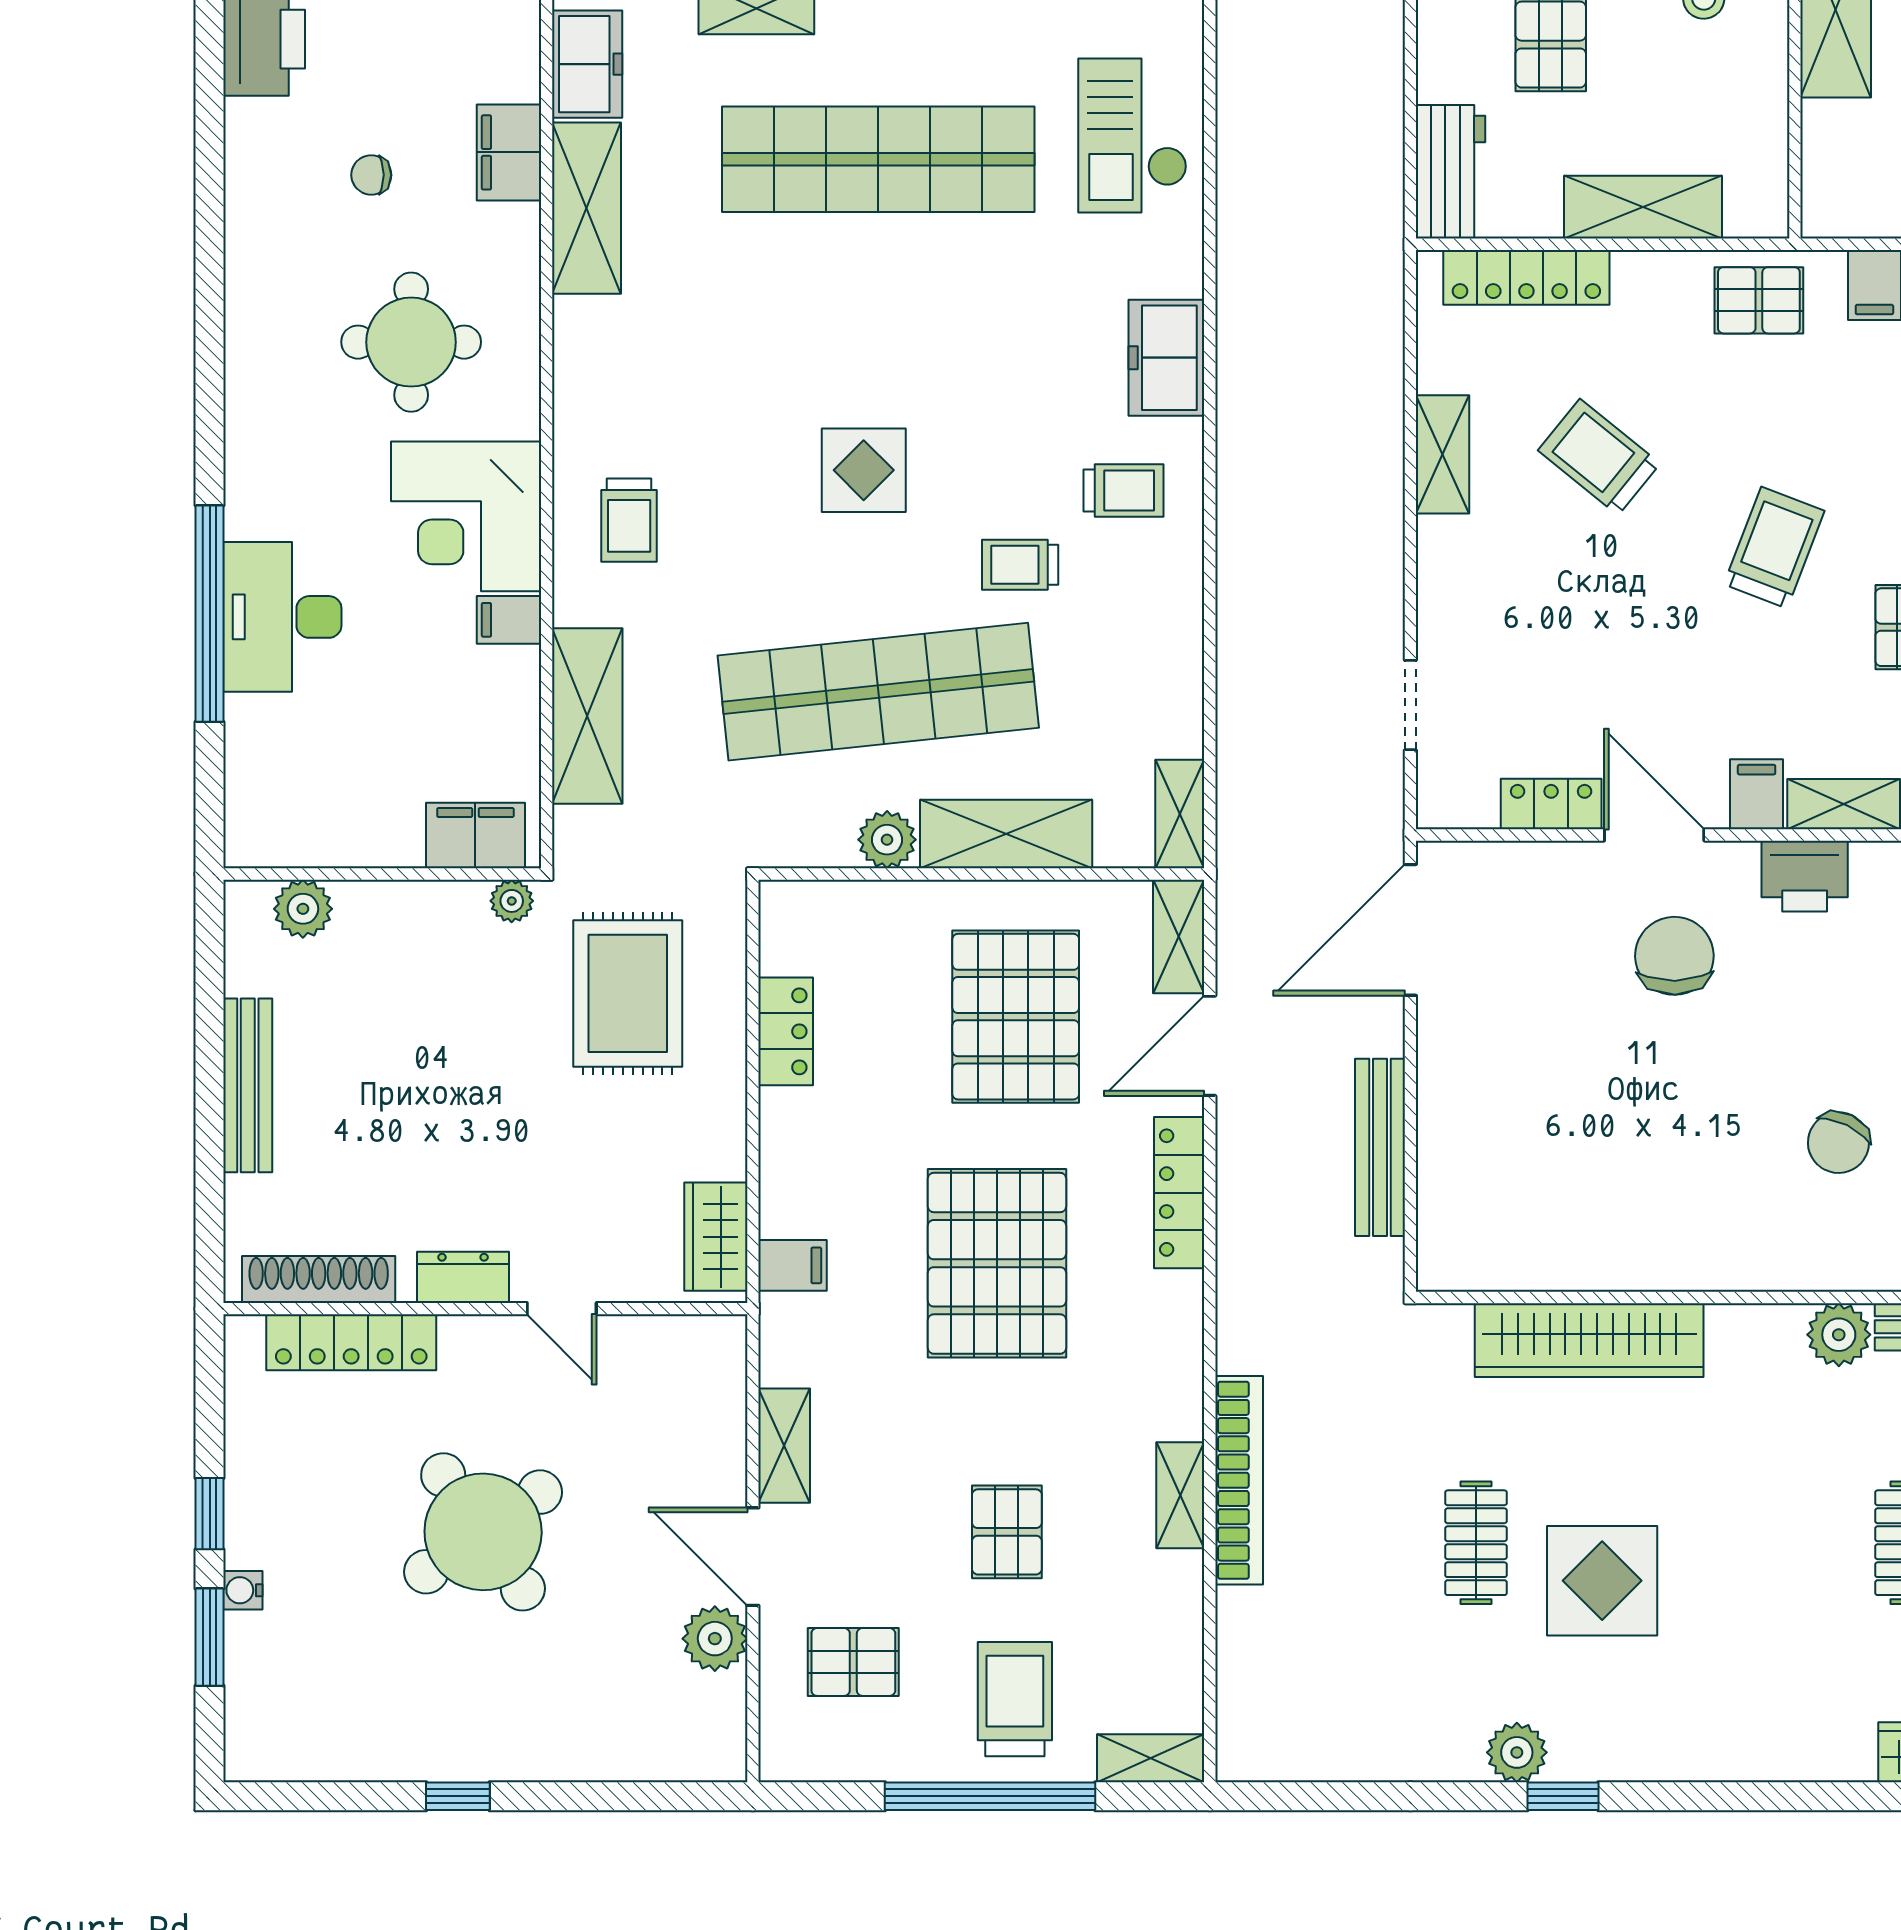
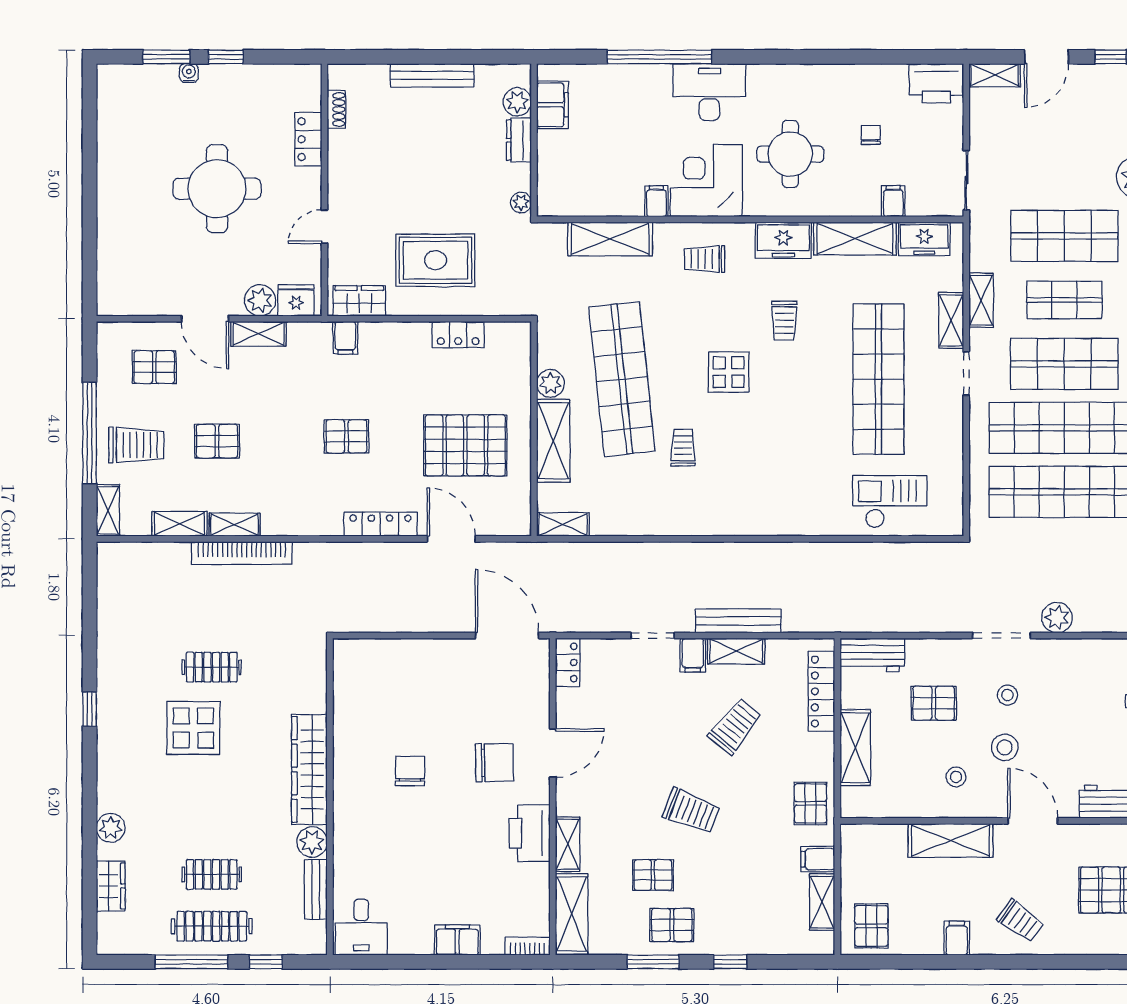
filing cabinet: (509, 152) -> (893, 201), width x0.50
freezer: (1166, 358) -> (783, 240), moved, turned 180
trolley: (1124, 491) -> (784, 321), moved
desk: (282, 617) -> (709, 92), moved
doorway: (1410, 705) -> (653, 636), moved
filing cabinet: (1757, 794) -> (693, 655), moved, turned 90
locker: (1551, 804) -> (568, 662), moved
filing cabinet: (475, 836) -> (552, 105), moved
printer: (1805, 876) -> (530, 833), width x1.37, depth x1.19
shelving: (1179, 936) -> (179, 524), moved
rug: (628, 993) -> (435, 260), moved
chair: (1838, 1143) -> (410, 771), moved, turned 64
bench: (1380, 1147) -> (738, 621), moved
pallet: (997, 1263) -> (346, 436), width x0.49, depth x0.50
dresser: (463, 1277) -> (519, 140), moved, turned 180
shoe rack: (319, 1280) -> (336, 109), width x0.51, depth x0.81
wardrobe: (1589, 1340) -> (309, 770), moved
locker: (351, 1342) -> (308, 139), width x0.66
fridge: (715, 1368) -> (296, 300), added
round table: (483, 1532) -> (217, 189), turned 35
door: (753, 1557) -> (205, 319), swing flipped
plant: (715, 1639) -> (260, 300), moved
pallet: (853, 1662) -> (154, 367), turned 90
plant: (1517, 1752) -> (111, 828), moved
window: (458, 1796) -> (90, 177), removed

